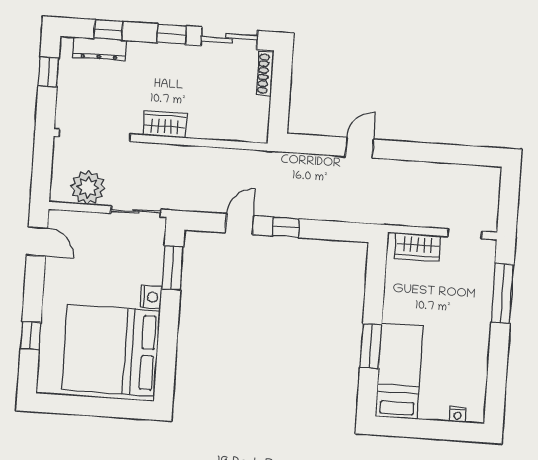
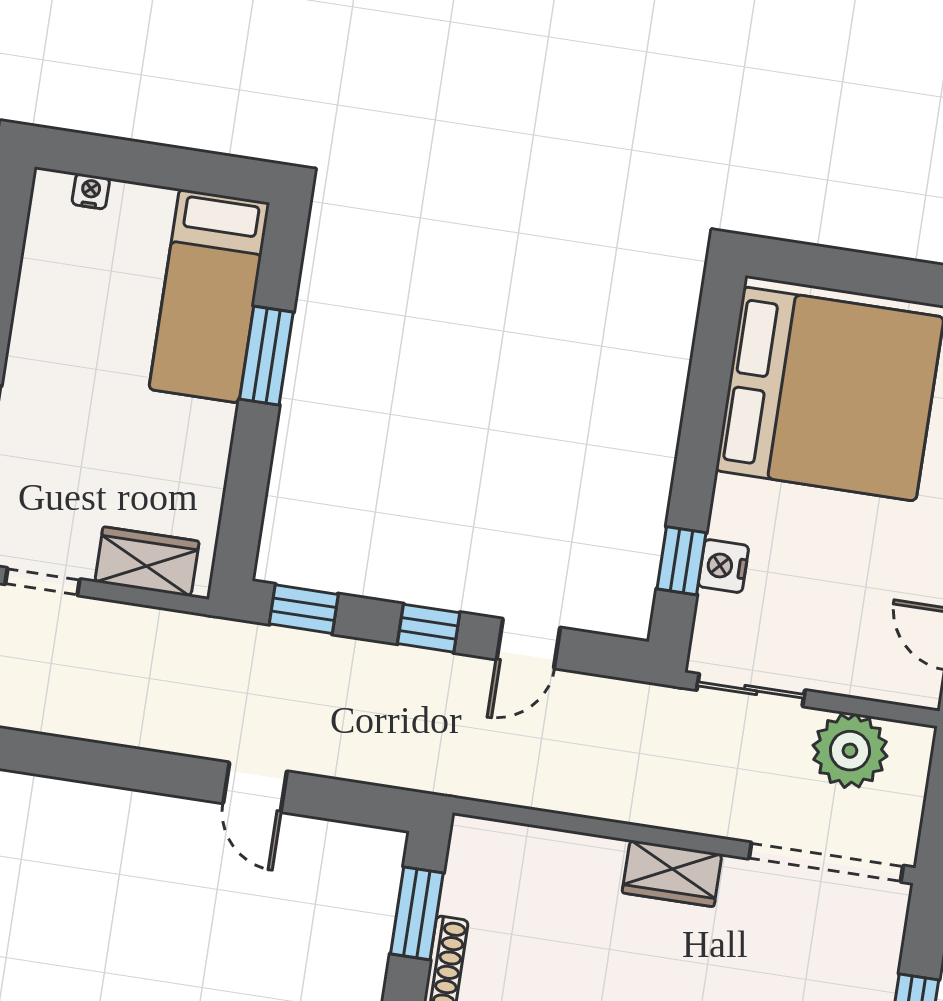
window: (280, 96) -> (417, 913), added
door: (359, 148) -> (255, 787), hinge flipped
window: (344, 231) -> (304, 609), added
window: (172, 268) -> (682, 561), width x0.67
nightstand: (151, 297) -> (723, 566), moved

